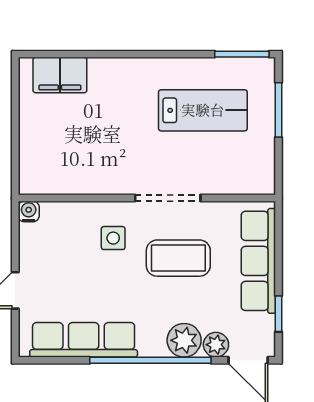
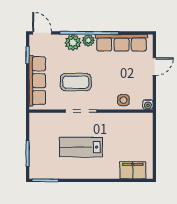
lab bench: (203, 110) -> (81, 147), moved
side table: (113, 238) -> (123, 100), moved
plant: (216, 345) -> (88, 40), moved

